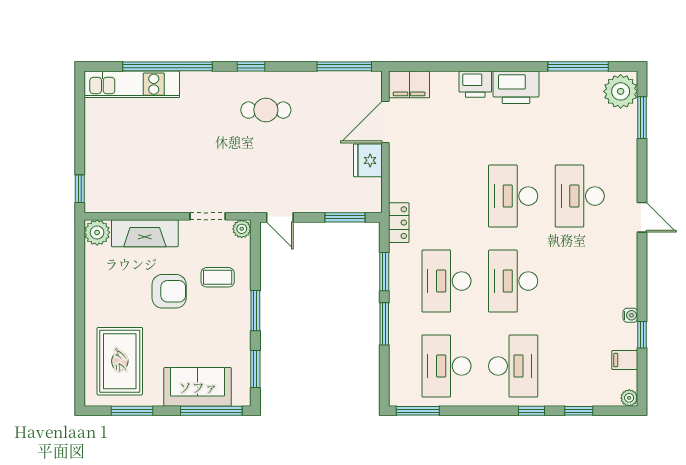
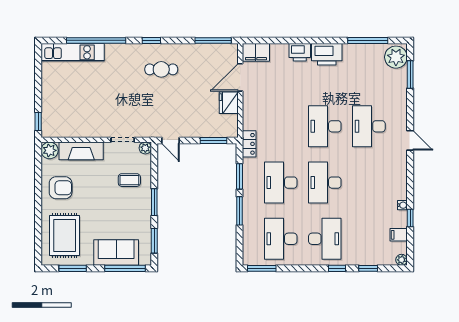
armchair: (169, 291) -> (61, 188), moved

